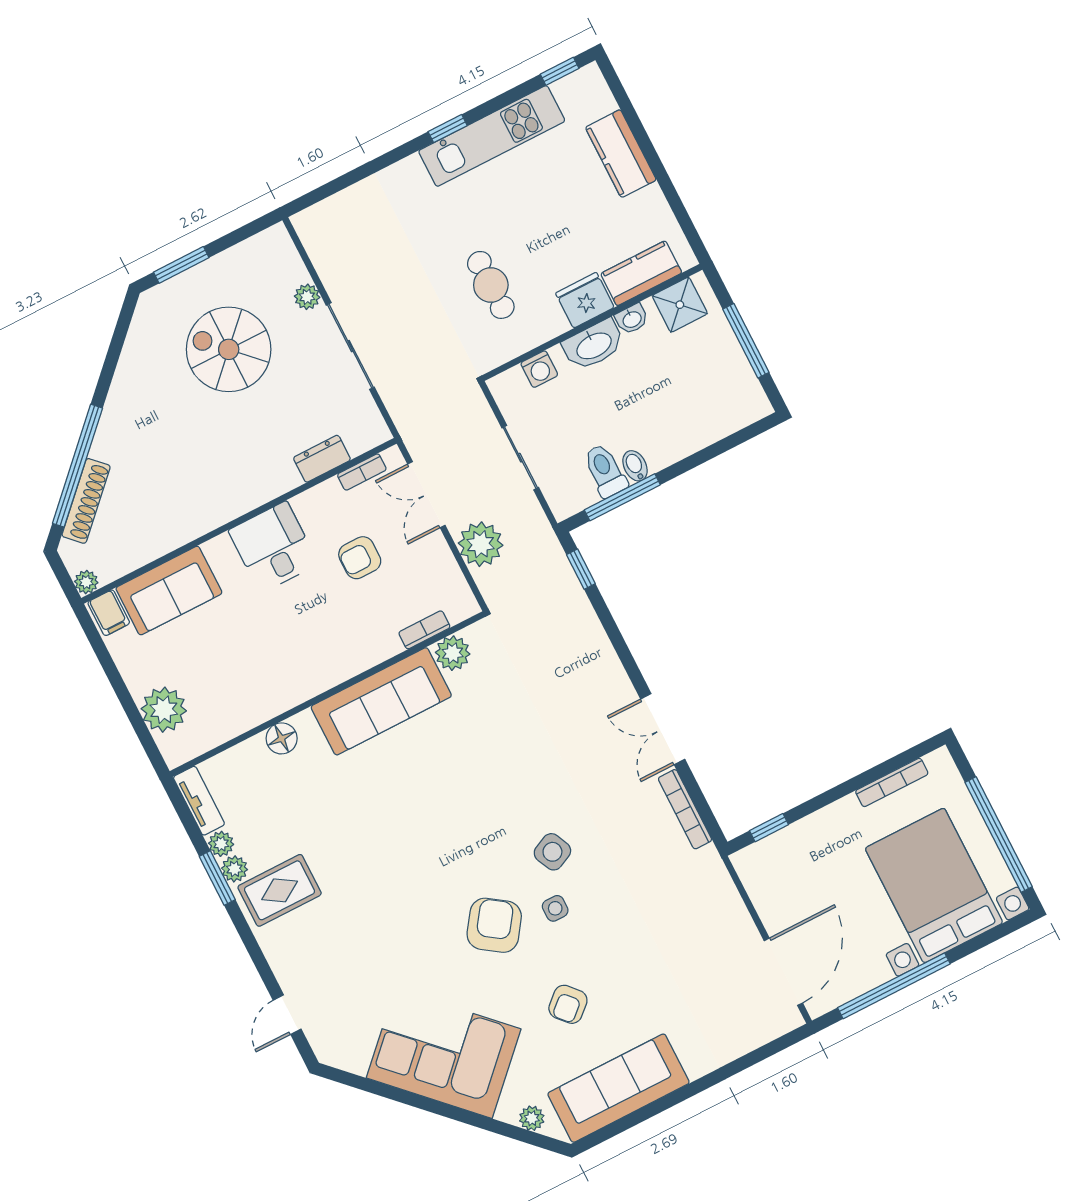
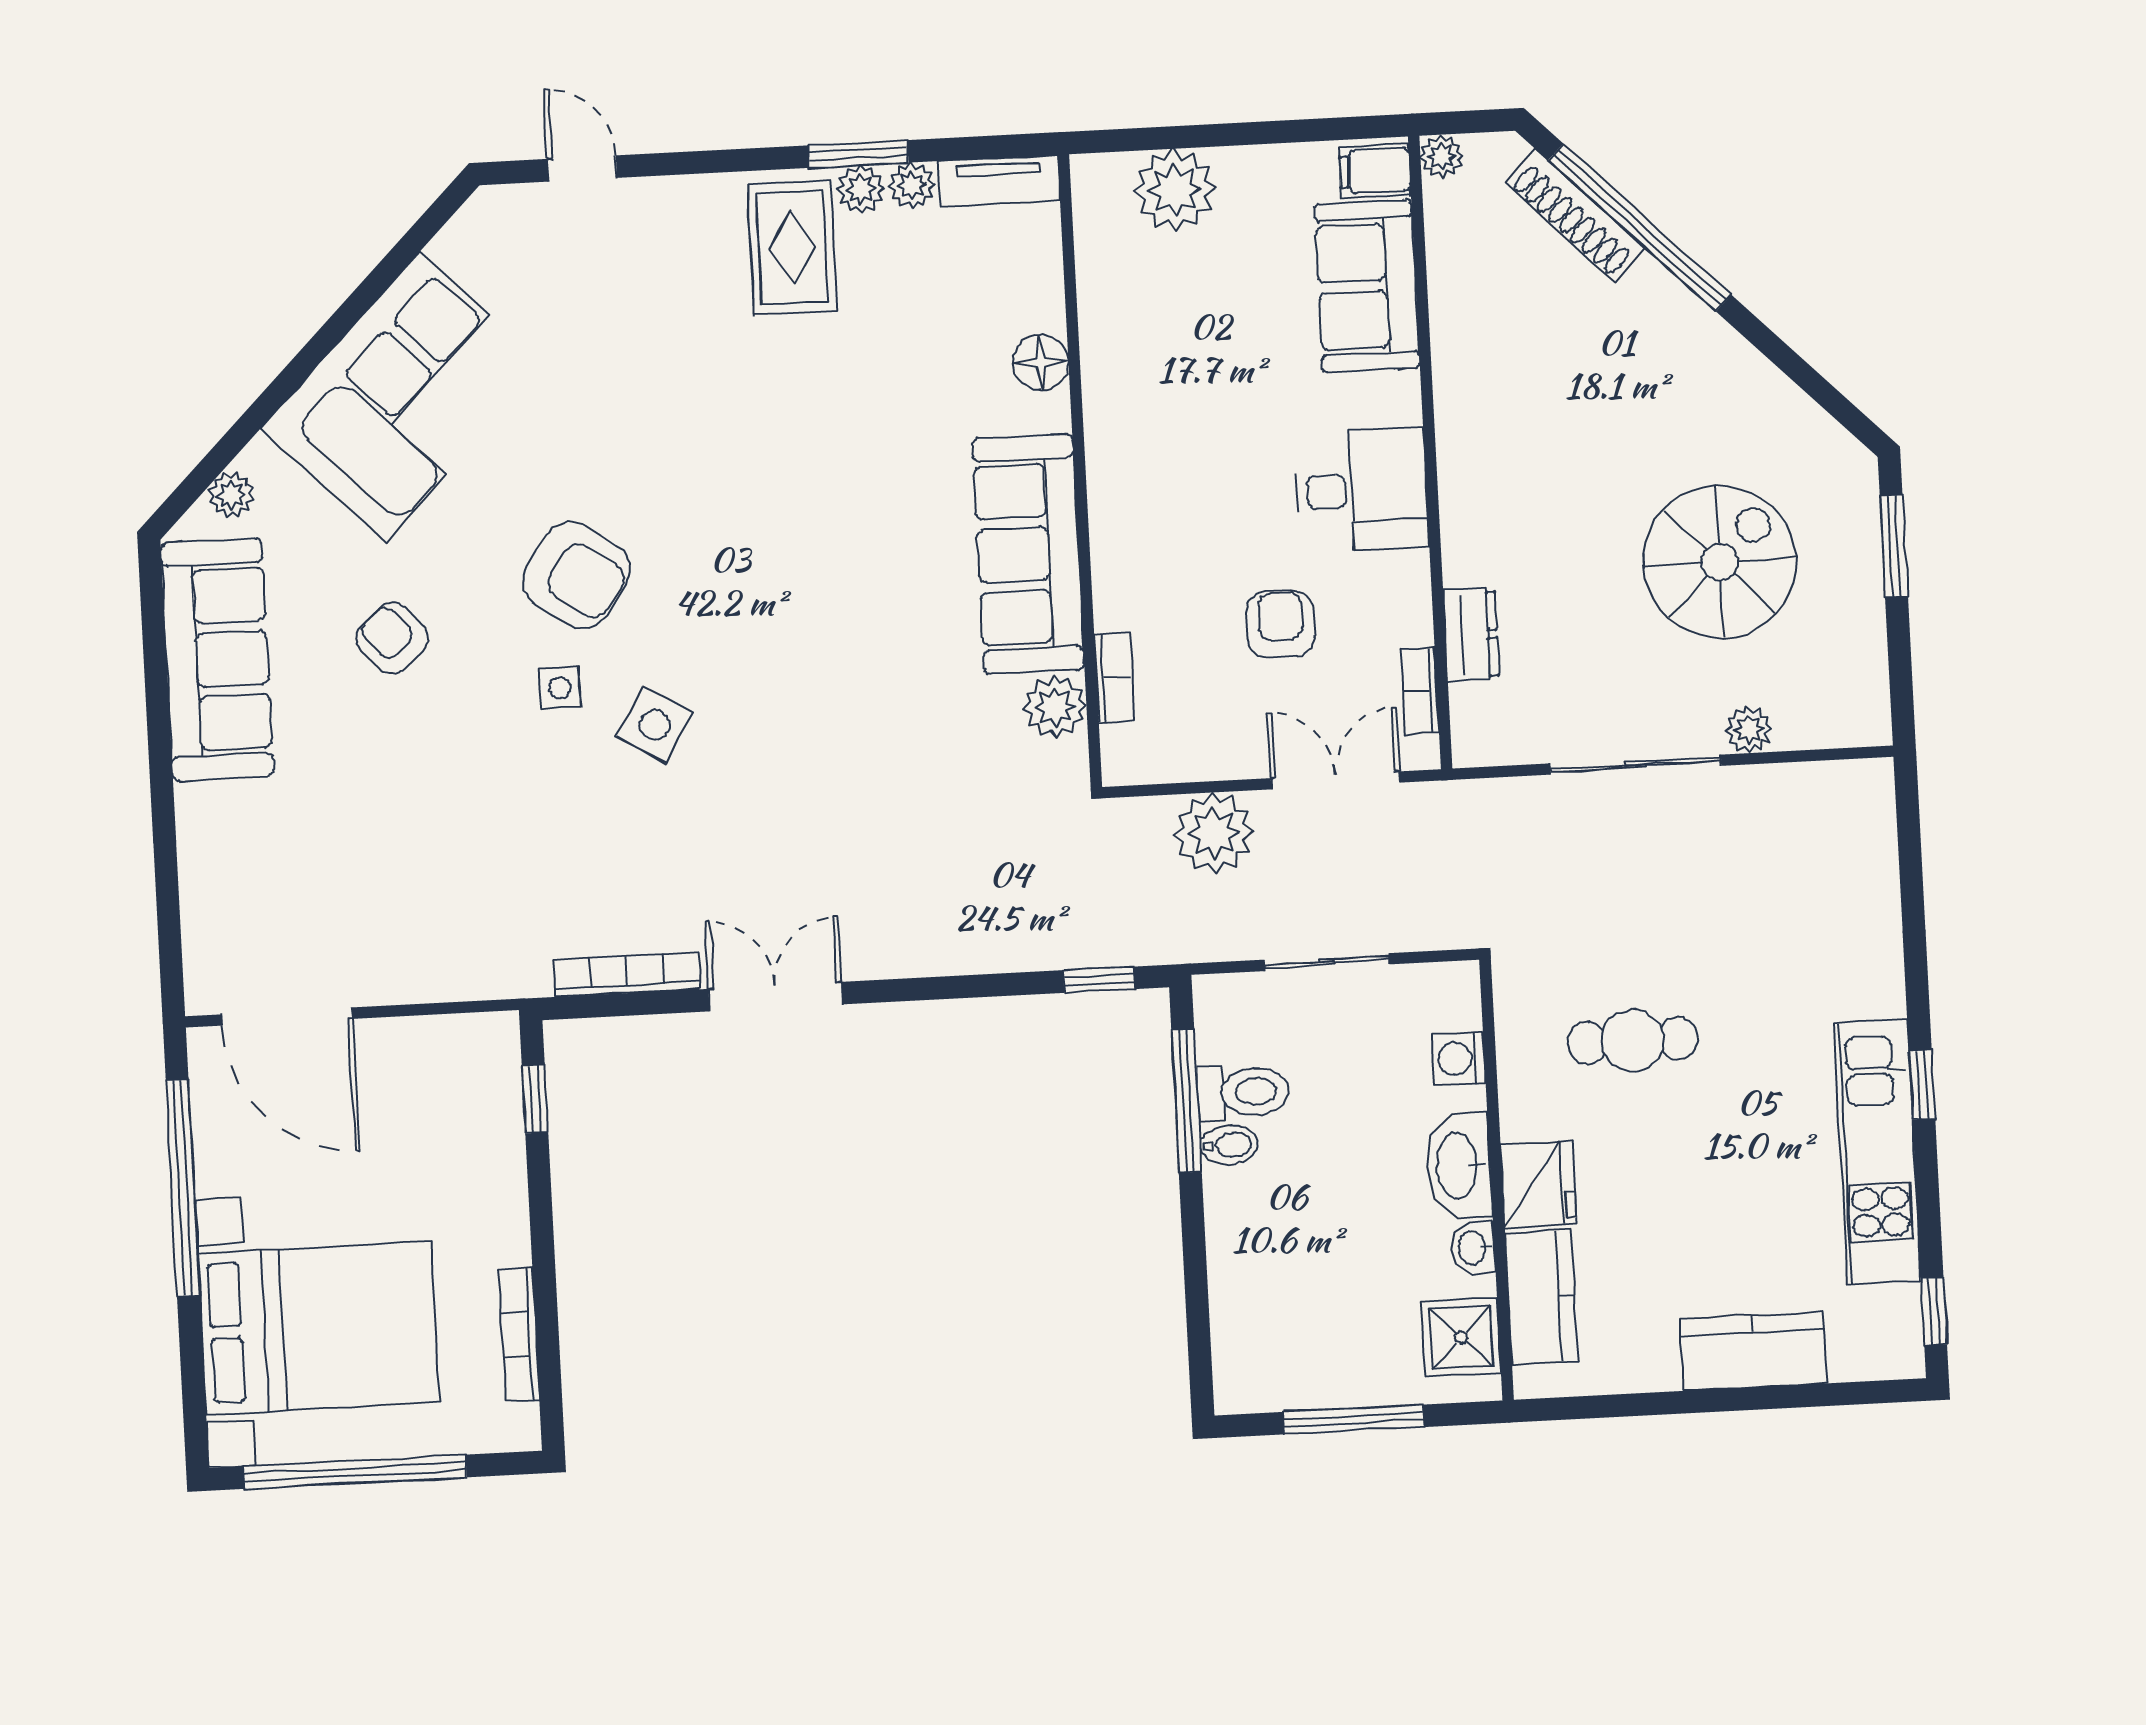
side table: (552, 852) -> (655, 725), turned -34

